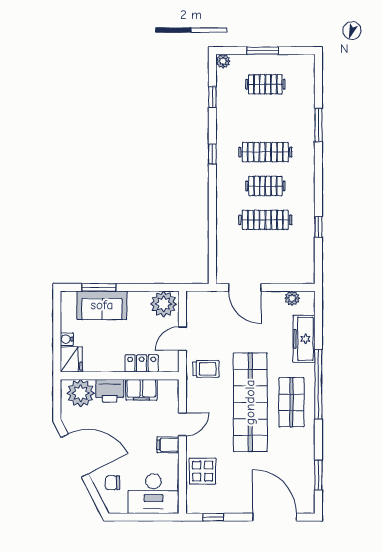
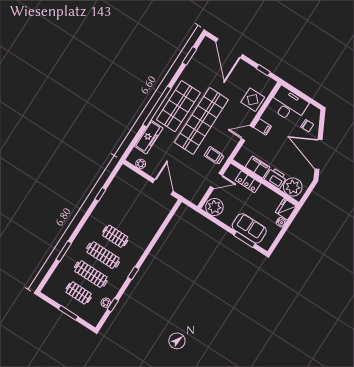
plant: (223, 61) -> (106, 303), moved
clothes rail: (265, 220) -> (91, 274), moved
shop shelf: (292, 402) -> (178, 106), width x1.43, depth x1.36

